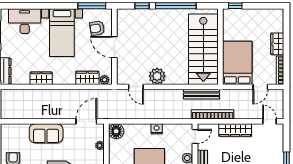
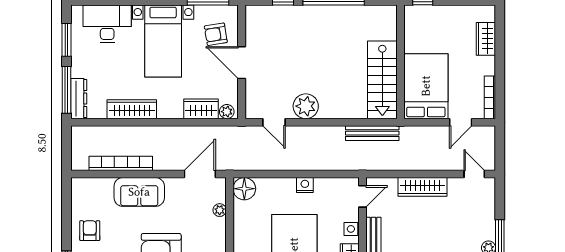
wardrobe: (277, 44) -> (486, 39), moved
stairs: (203, 49) -> (382, 80), width x0.73, depth x0.66
wardrobe: (41, 78) -> (132, 109), width x1.50
bookcase: (213, 114) -> (121, 163), moved

